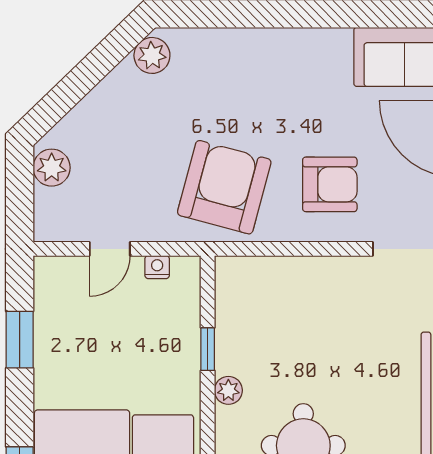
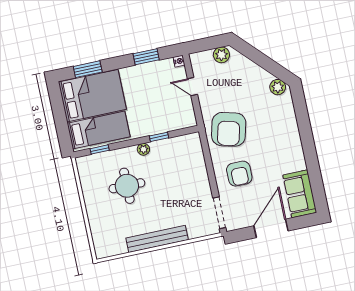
armchair: (224, 187) -> (229, 129), turned 89
nightstand: (157, 267) -> (179, 61), moved

